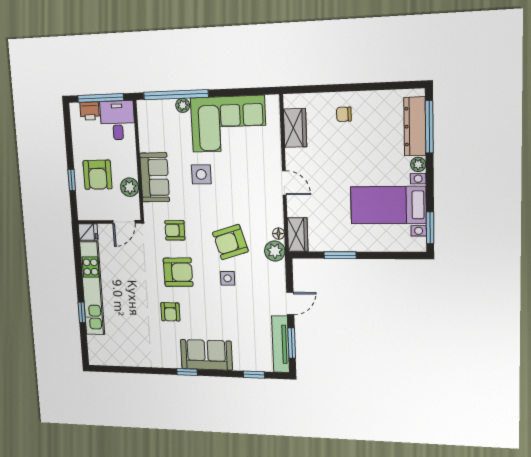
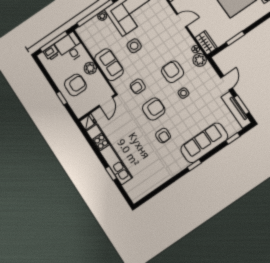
armchair: (98, 175) -> (75, 85), turned -90
plant: (130, 187) -> (90, 68), moved
armchair: (230, 242) -> (173, 72), turned 107
sofa: (206, 355) -> (204, 143), width x1.36

